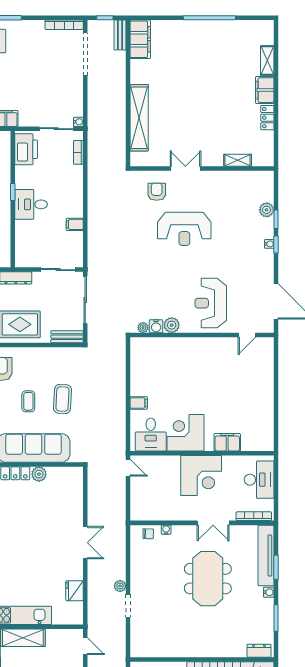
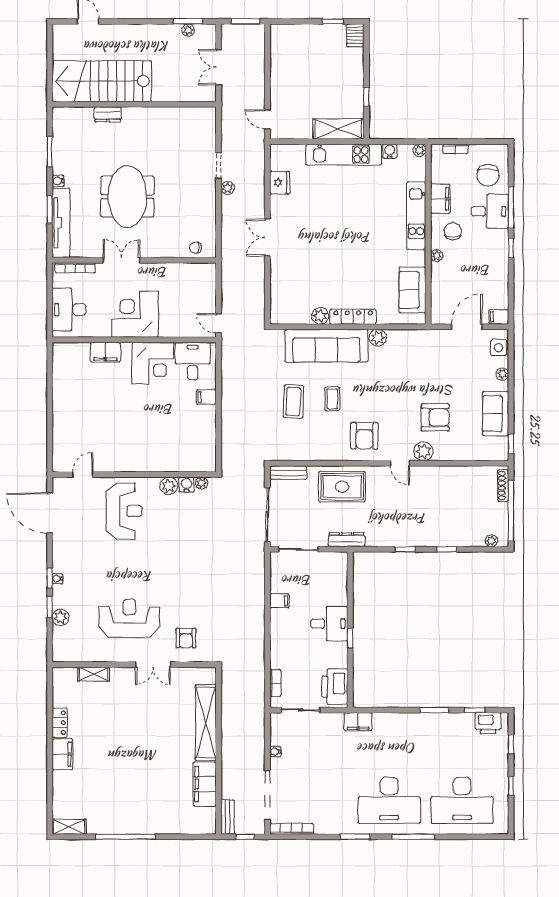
filing cabinet: (140, 39) -> (205, 784), moved
shelving: (267, 61) -> (69, 827), moved, turned 90
water cooler: (78, 122) -> (275, 752), moved
reception desk: (184, 229) -> (129, 618), moved
water cooler: (166, 530) -> (175, 252), removed
dresser: (259, 651) -> (108, 114), moved

